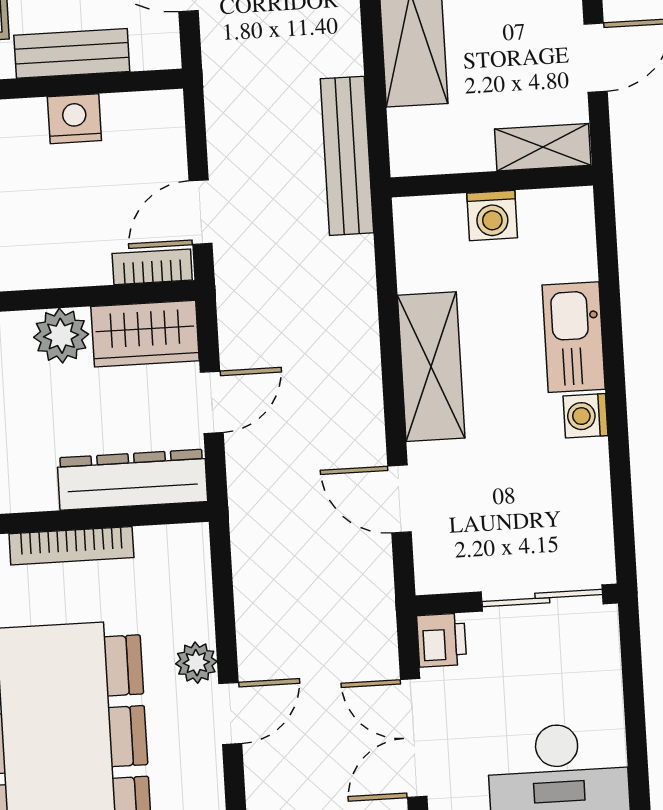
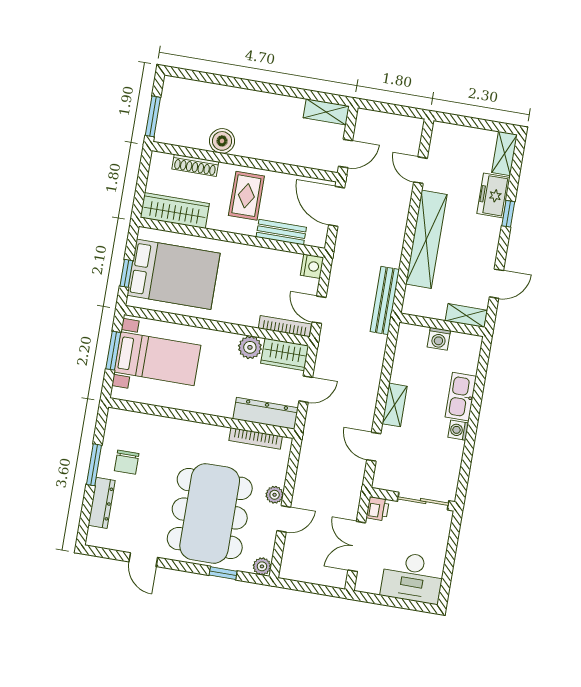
nightstand: (74, 119) -> (312, 266), moved, turned 90
door: (200, 212) -> (319, 310), hinge flipped
bookcase: (152, 267) -> (285, 326), width x1.56
shelving: (431, 367) -> (395, 405), width x0.67, depth x0.75
bookcase: (71, 546) -> (256, 438), moved

